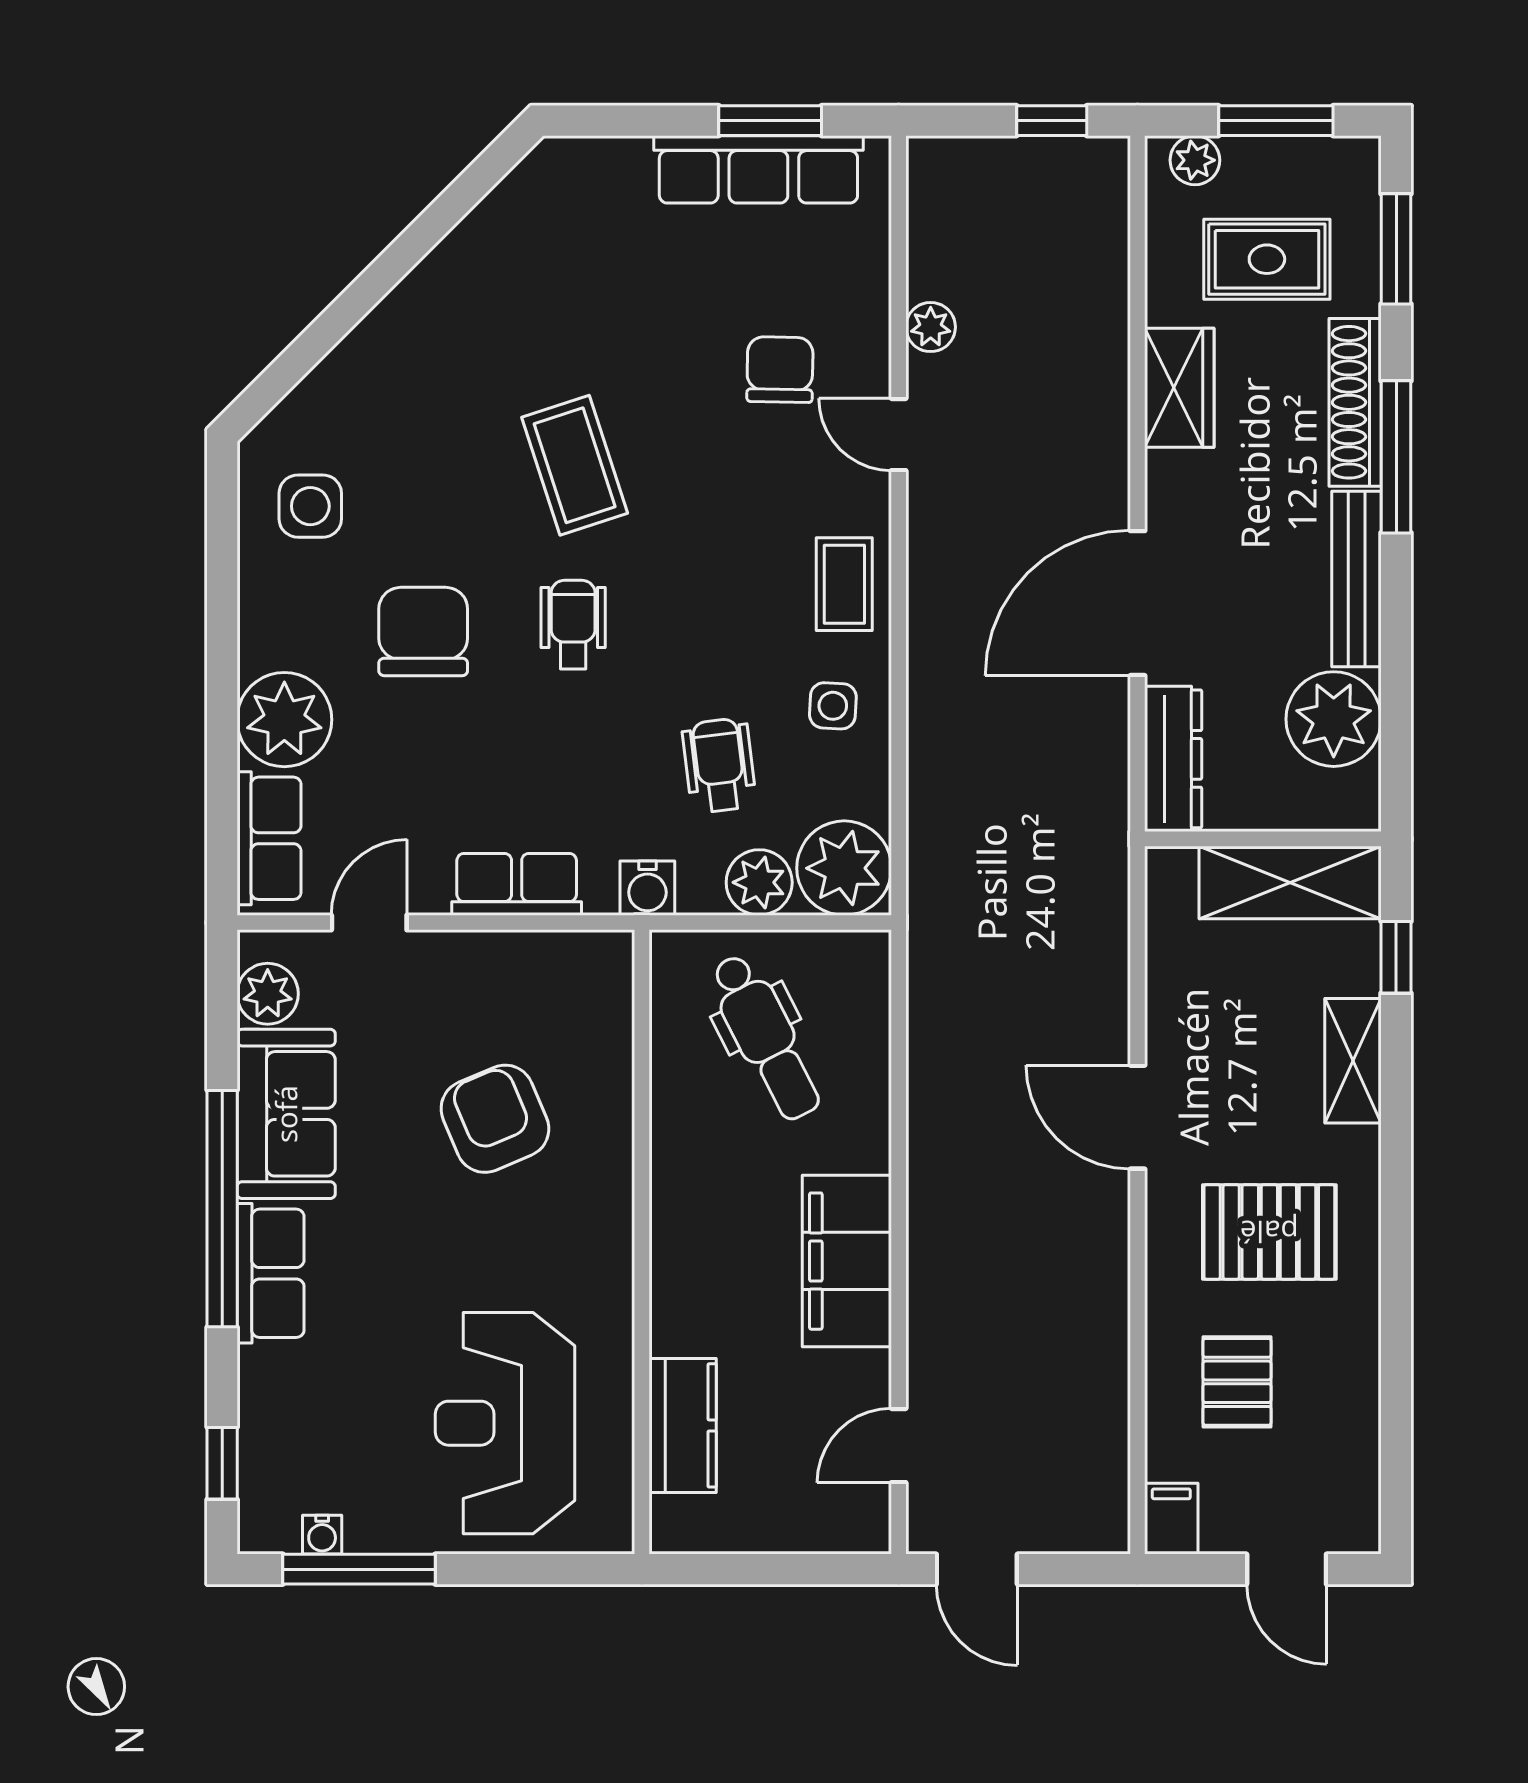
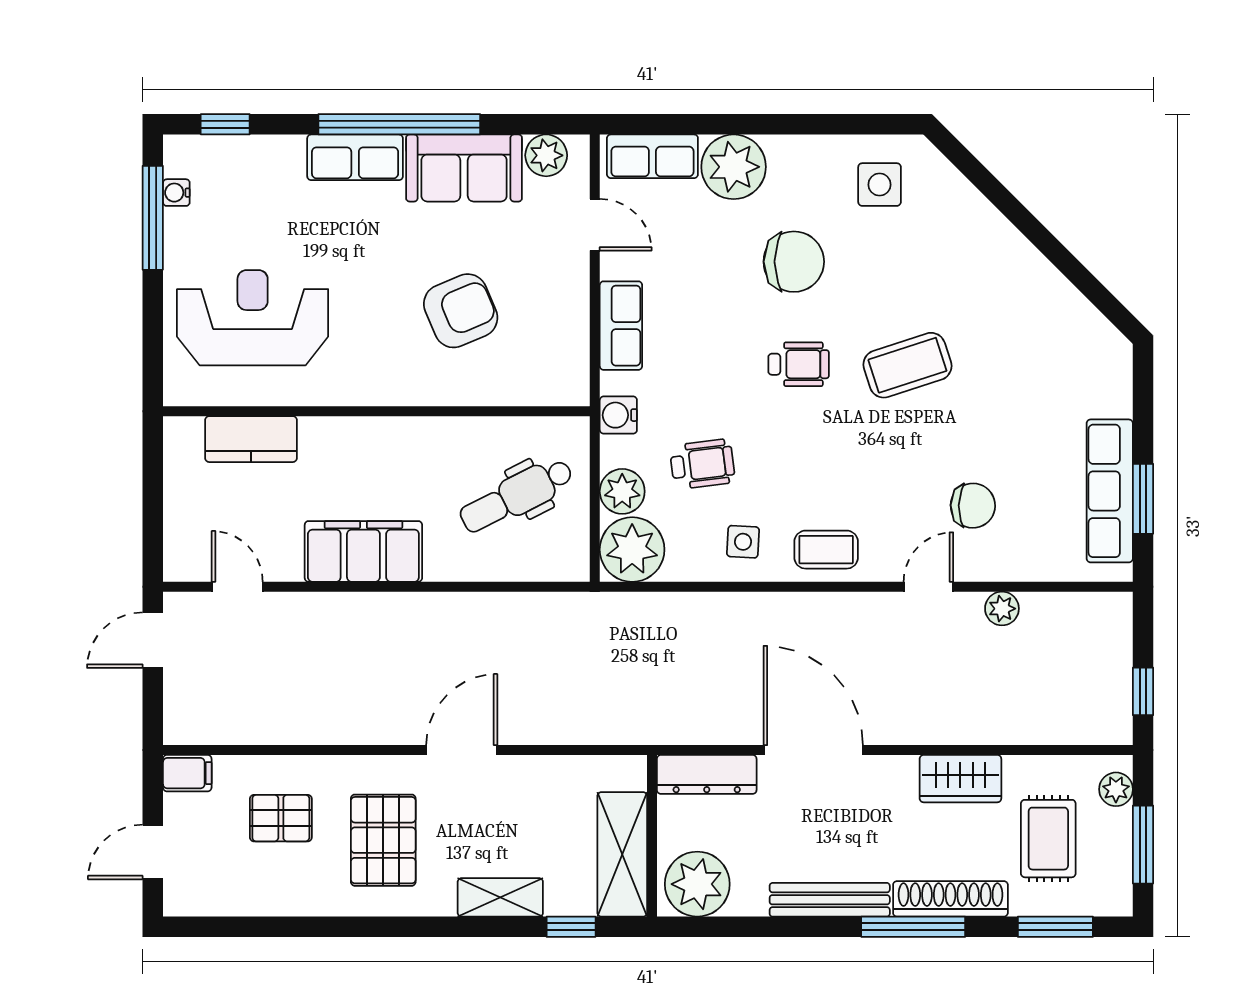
plant: (1334, 719) -> (697, 884), moved

